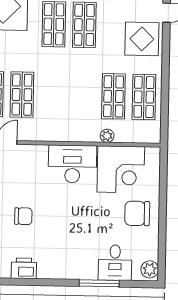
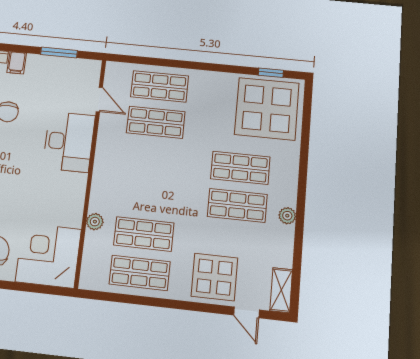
desk: (72, 164) -> (69, 142), moved
corner desk: (121, 169) -> (48, 255), moved, turned 90

